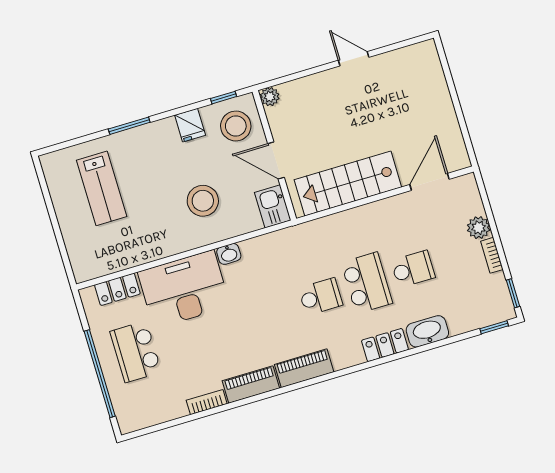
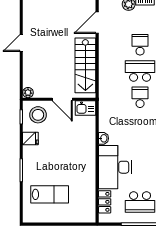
door: (276, 161) -> (62, 99), hinge flipped
door: (429, 182) -> (97, 23), hinge flipped
stool: (203, 201) -> (72, 144), removed

